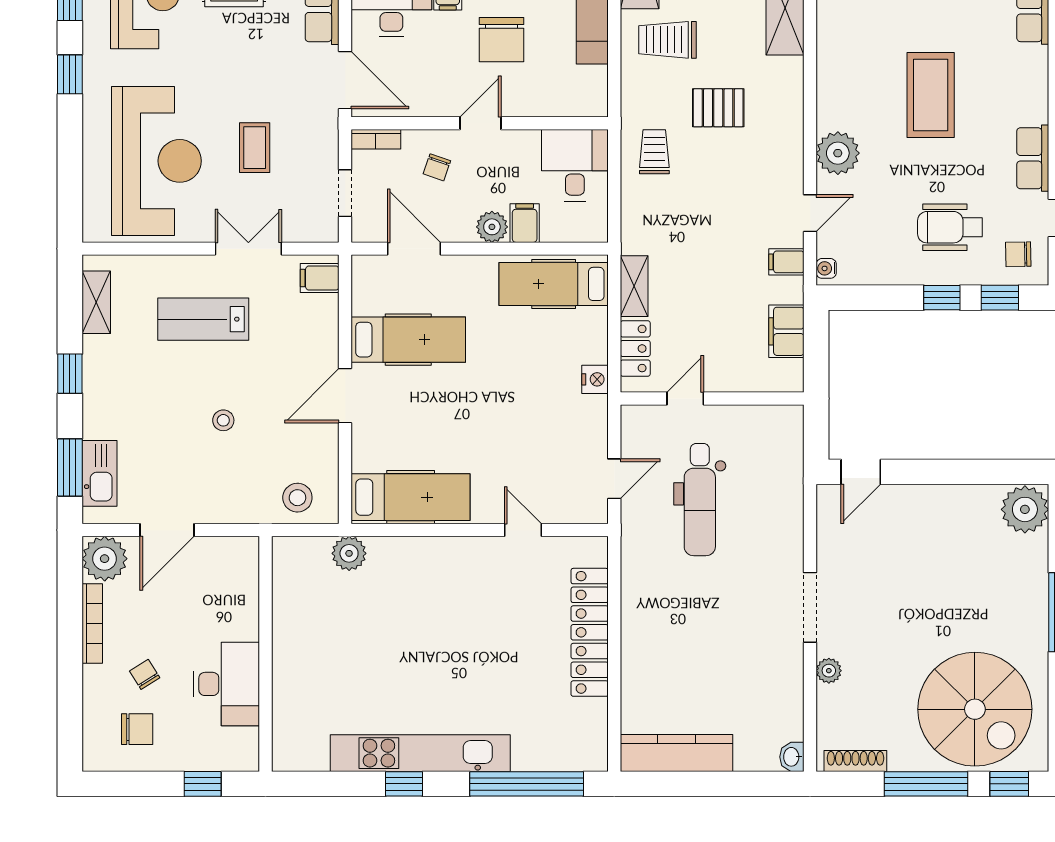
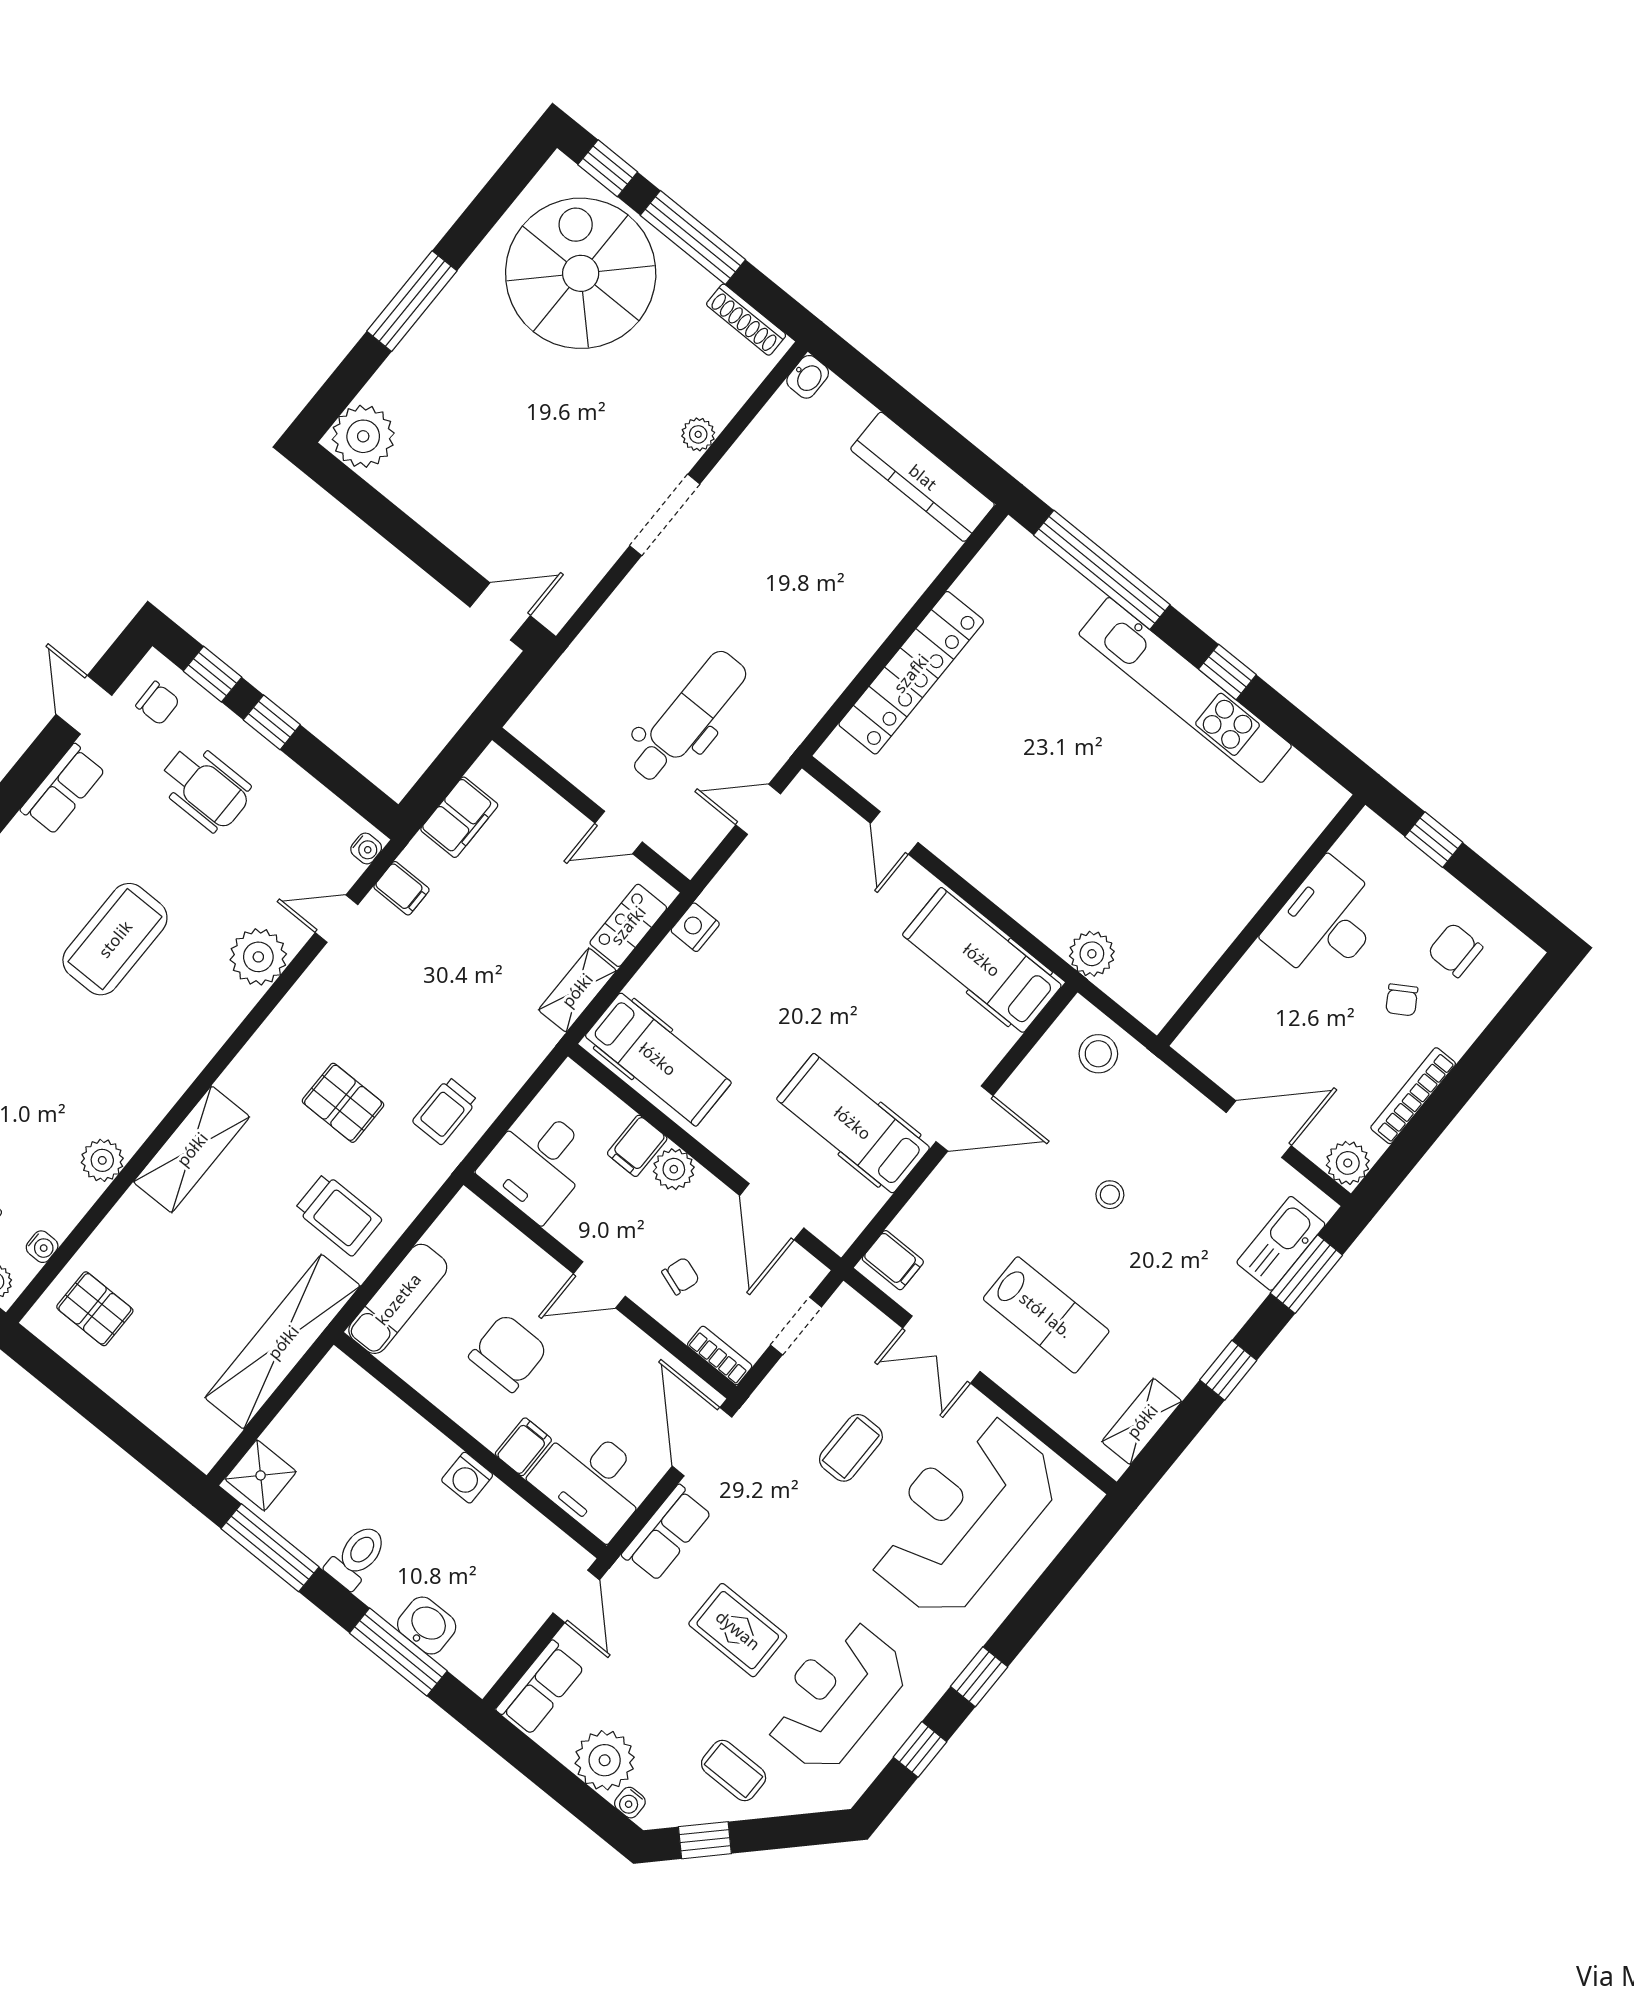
plant: (105, 559) -> (1348, 1163), width x0.73, depth x0.73

